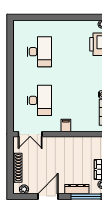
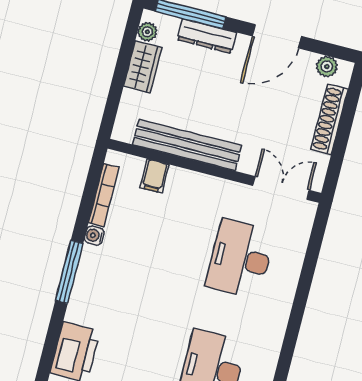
filing cabinet: (66, 126) -> (155, 176), moved
bench: (74, 142) -> (187, 145), added

